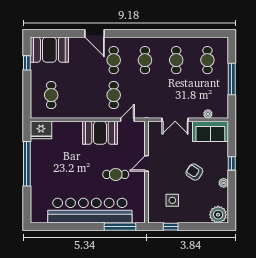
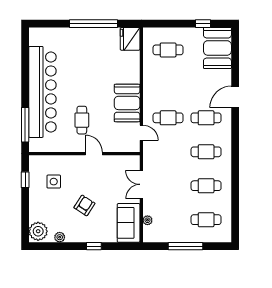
plant: (224, 183) -> (60, 237), moved

